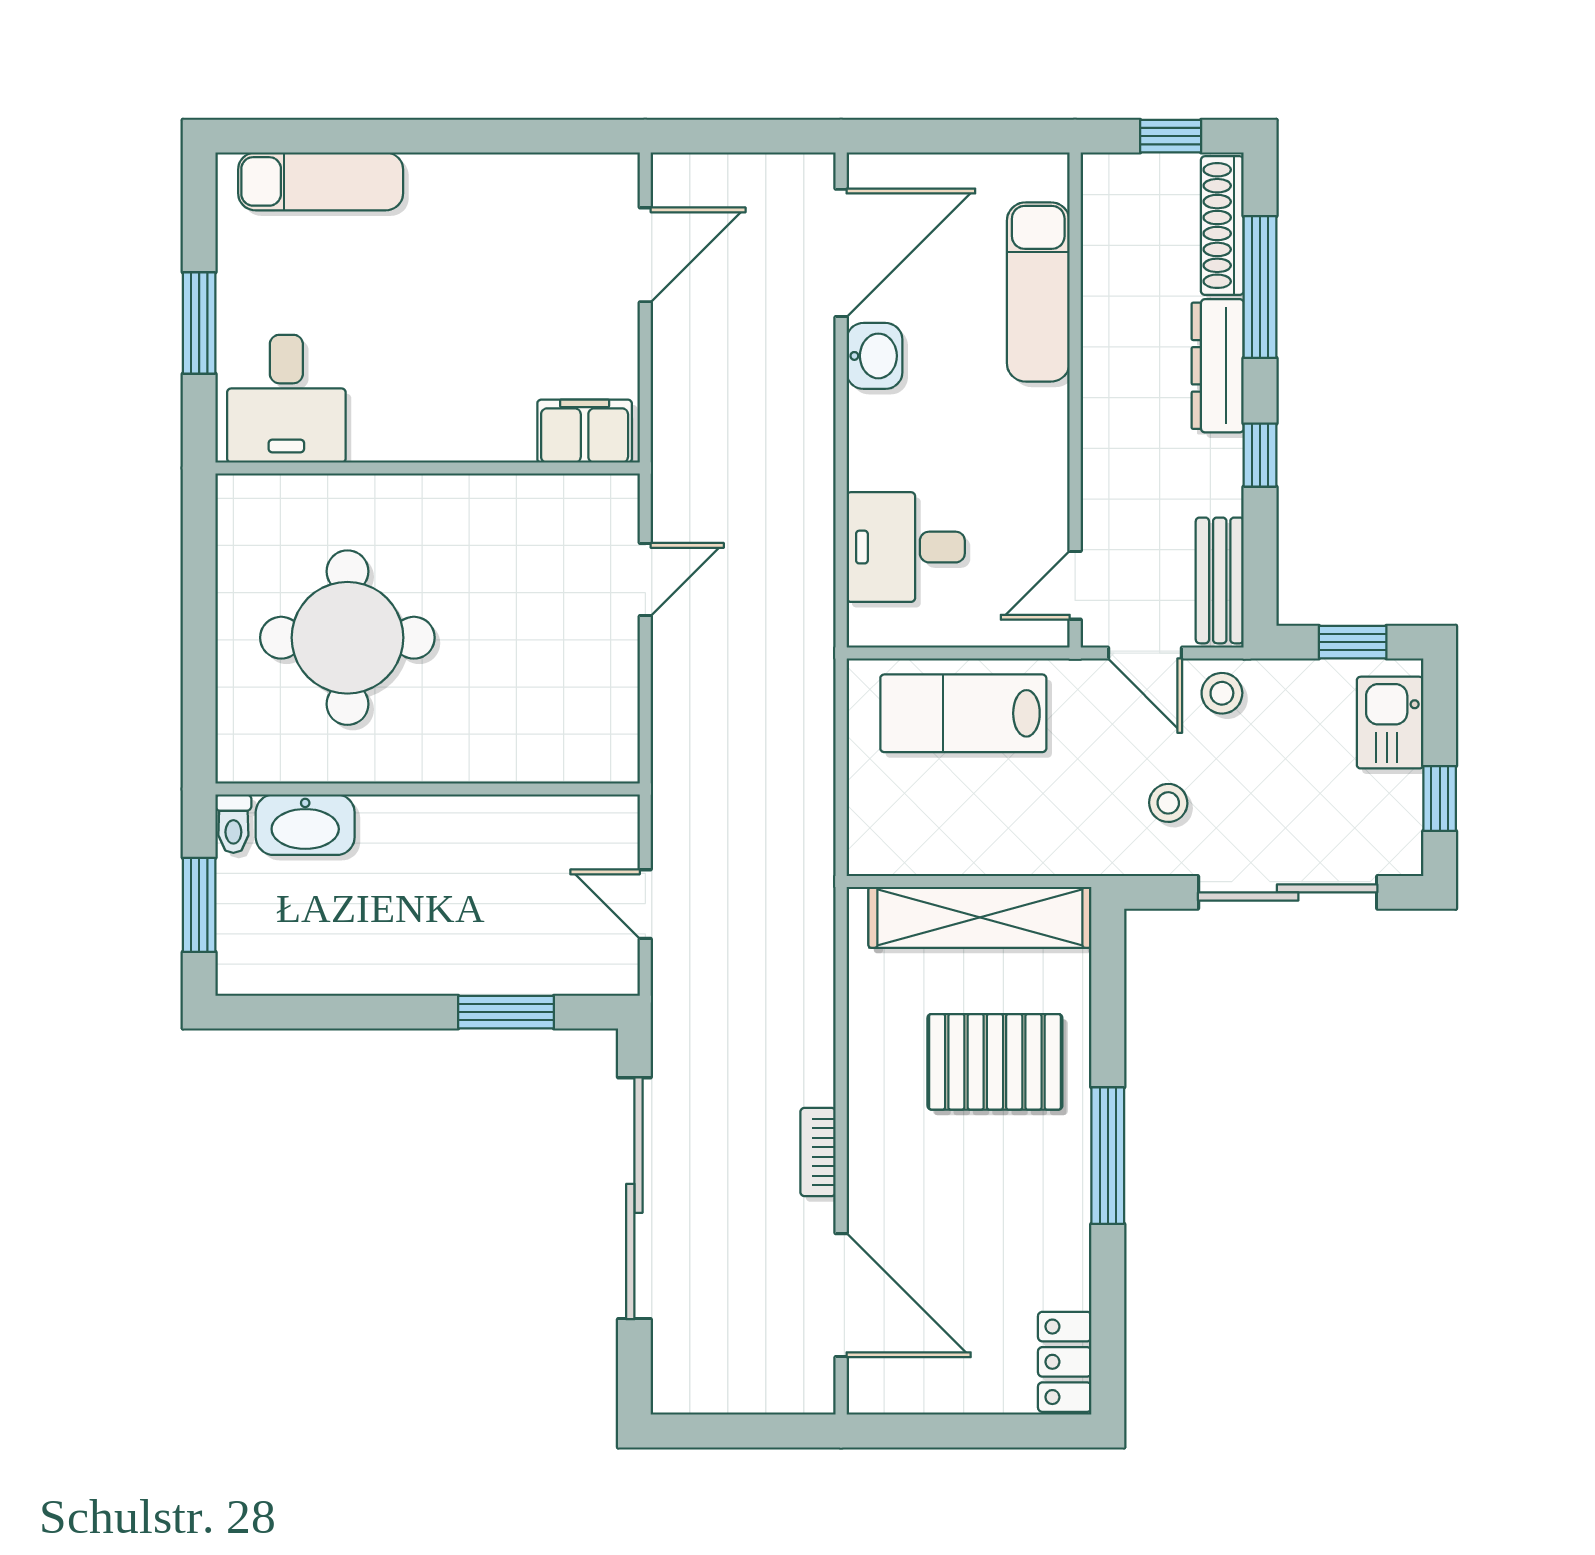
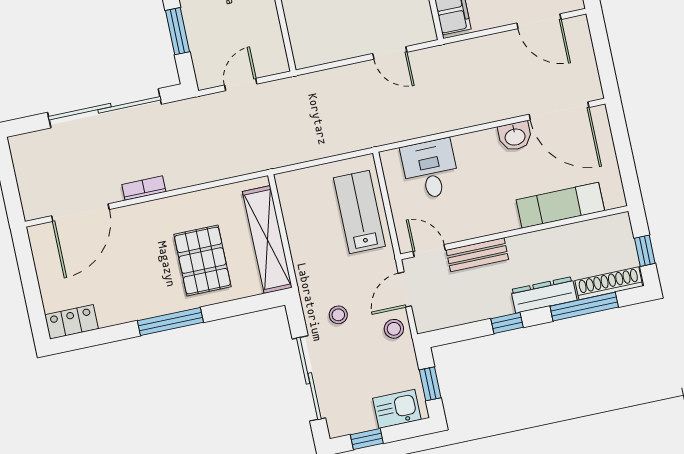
bench: (1220, 580) -> (477, 255), moved

